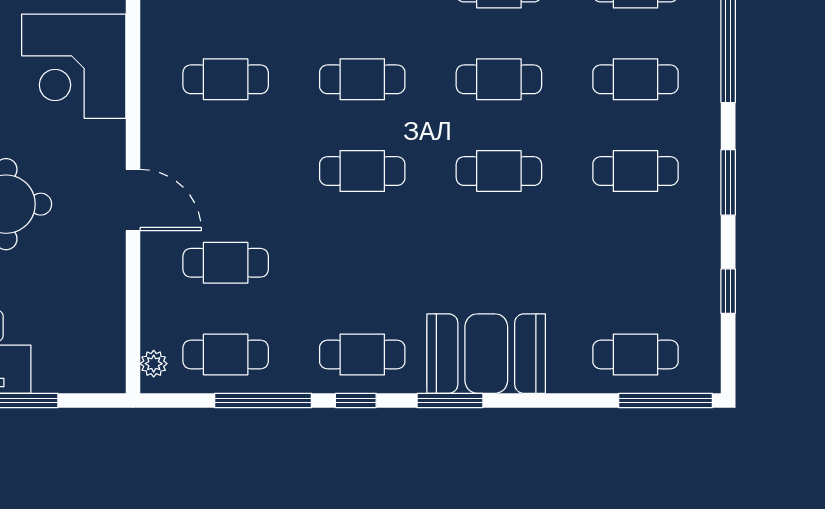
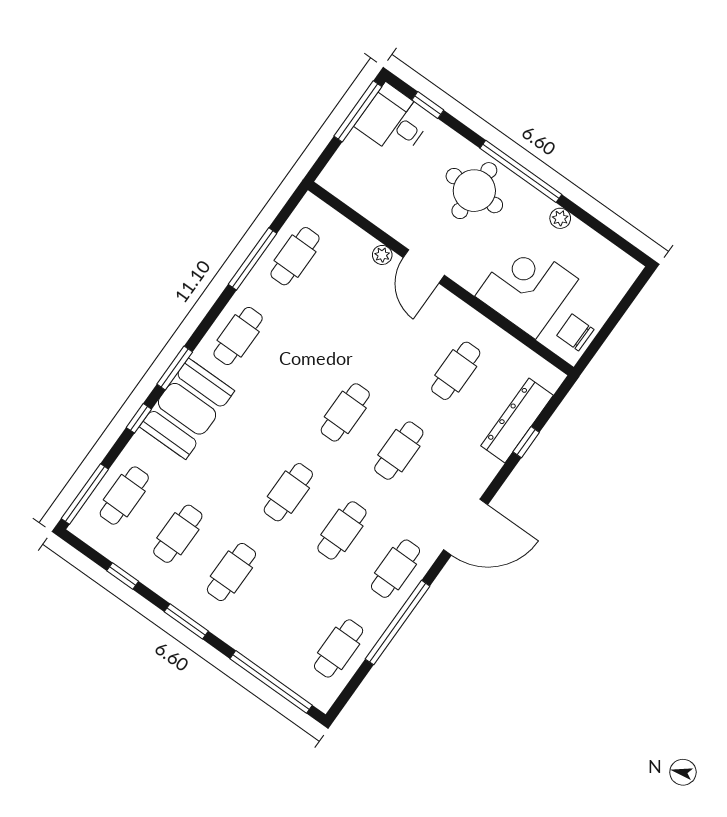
cafe table: (636, 79) -> (178, 534), moved
door: (133, 200) -> (424, 266), hinge flipped
cafe table: (226, 263) -> (349, 294), removed
plant: (154, 364) -> (382, 255), moved
window: (356, 401) -> (139, 418), moved

